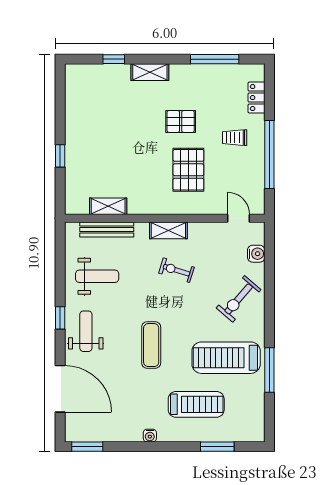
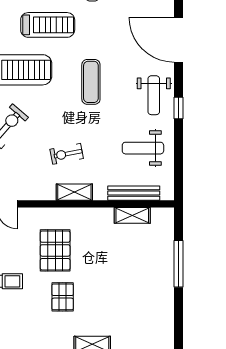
pallet: (181, 121) -> (63, 297), turned 90
window: (60, 156) -> (178, 264), width x2.17
exercise bike: (176, 270) -> (67, 154), turned 152
treadmill: (196, 404) -> (48, 25), turned 180

